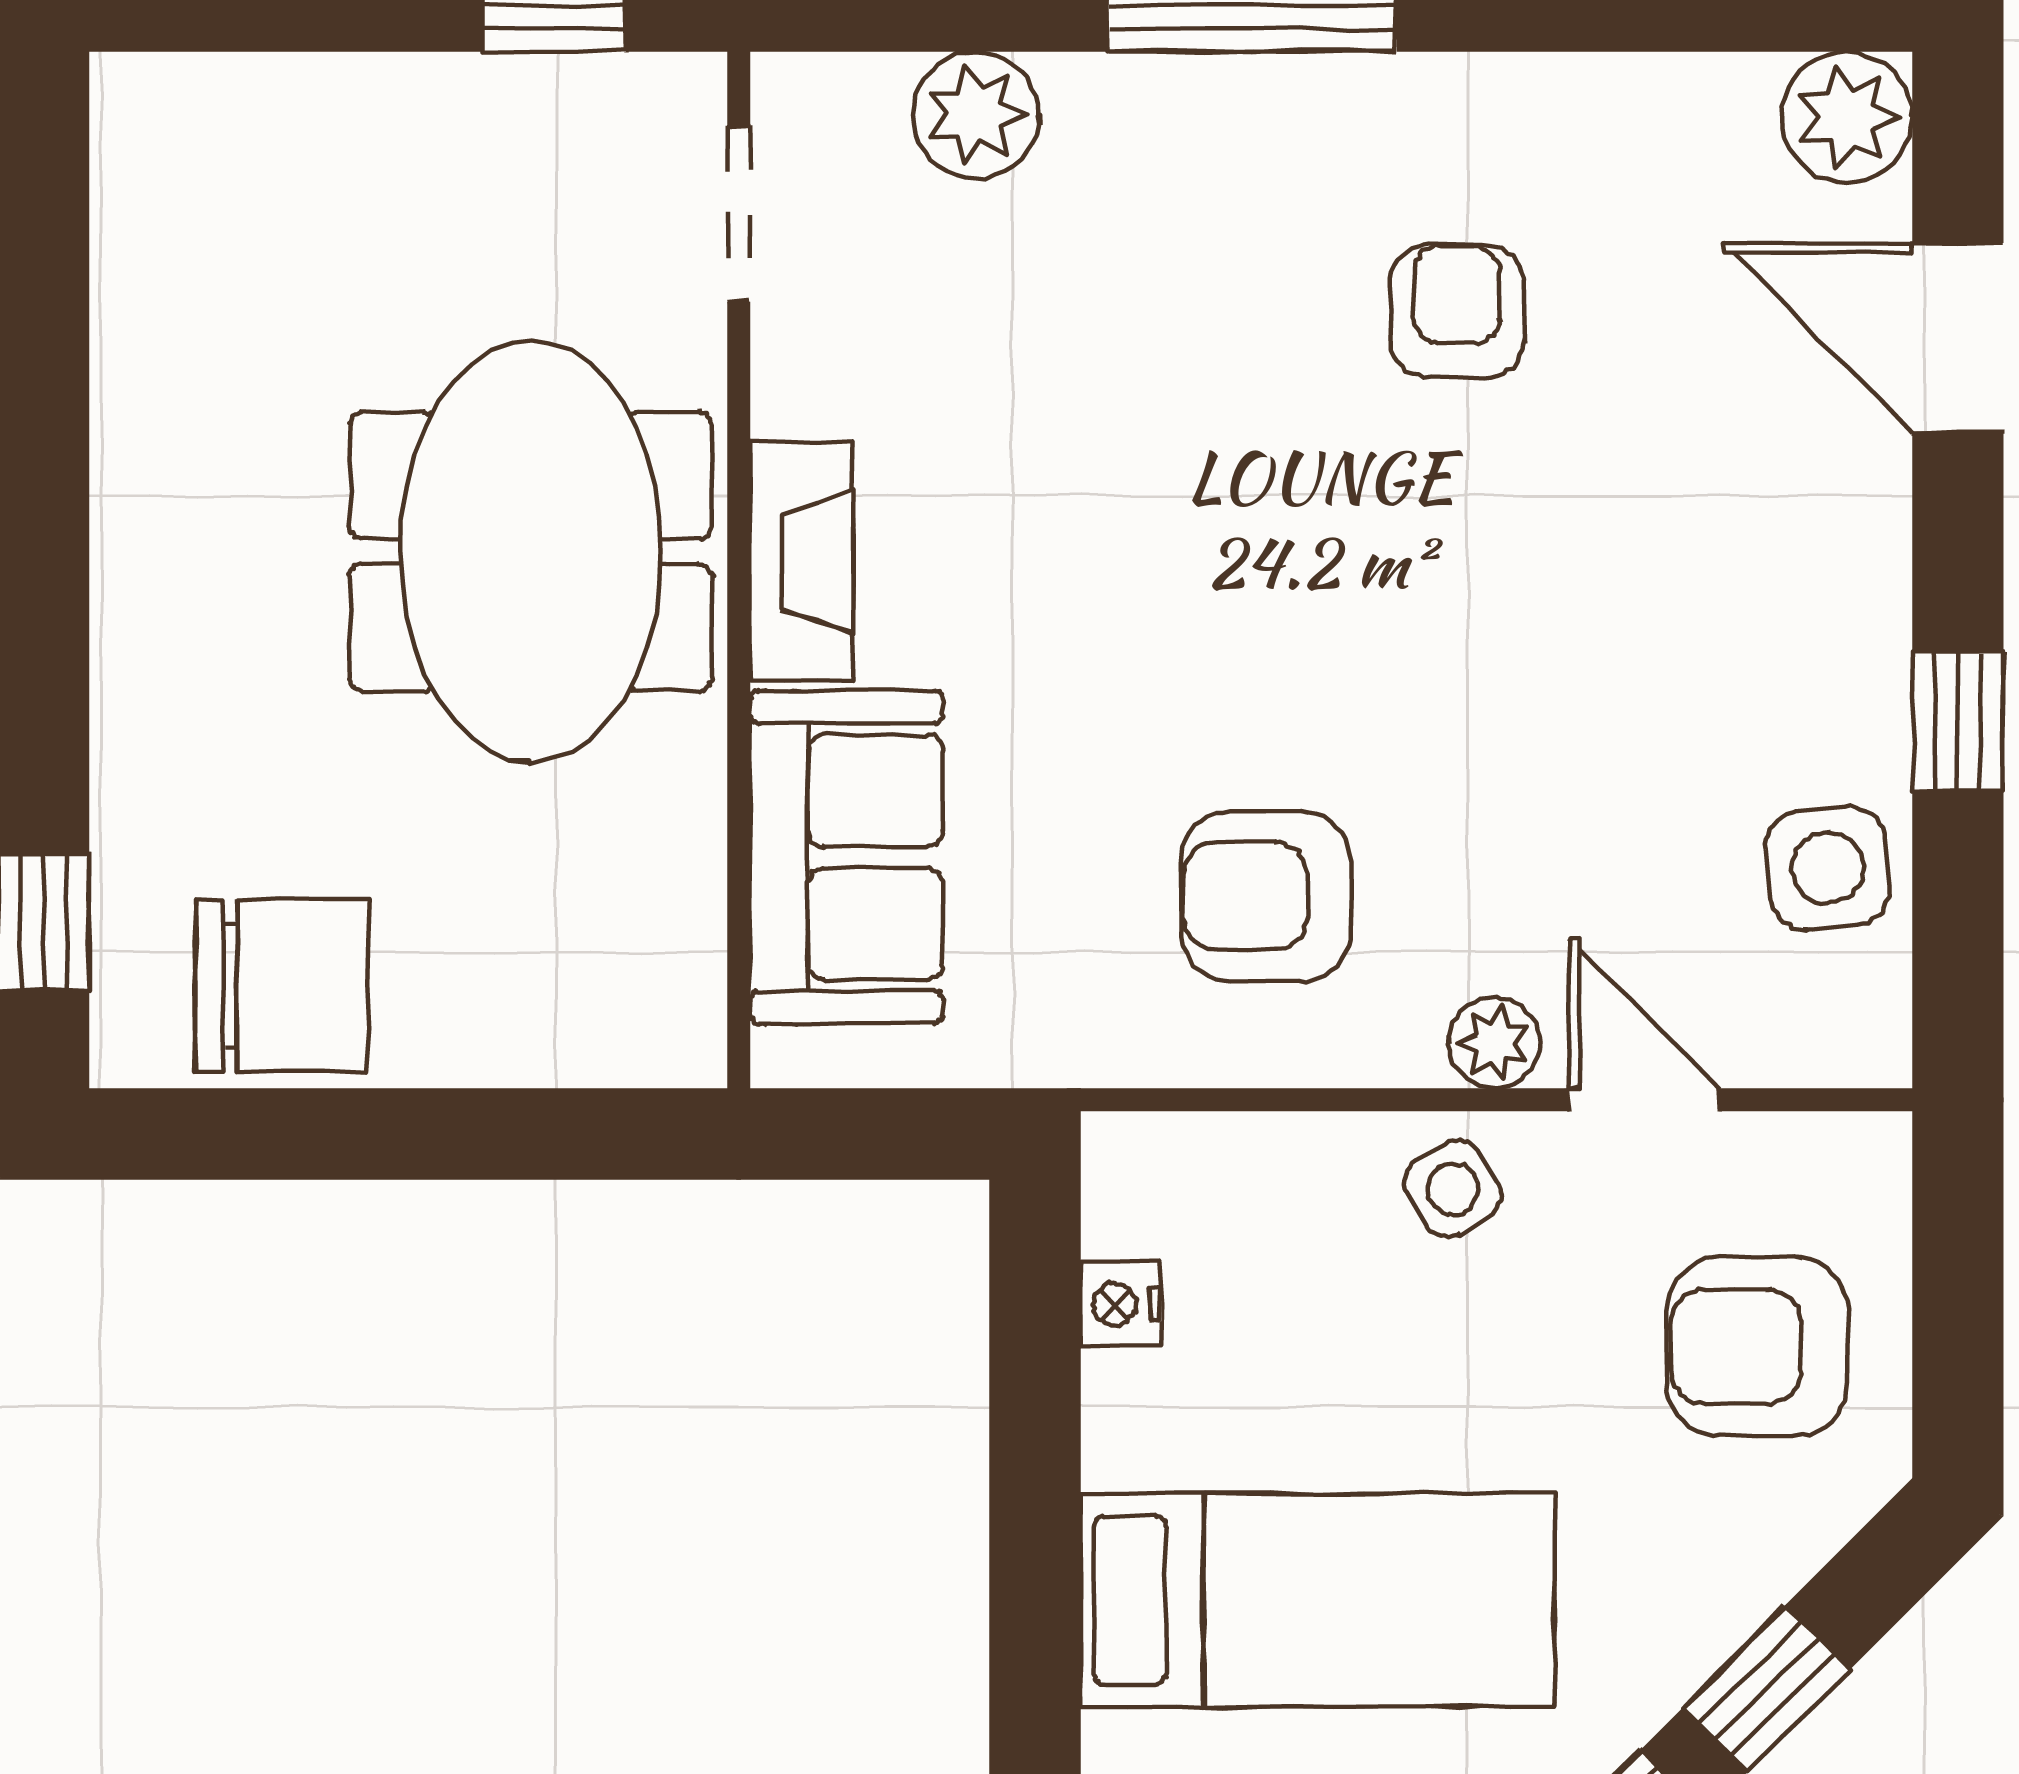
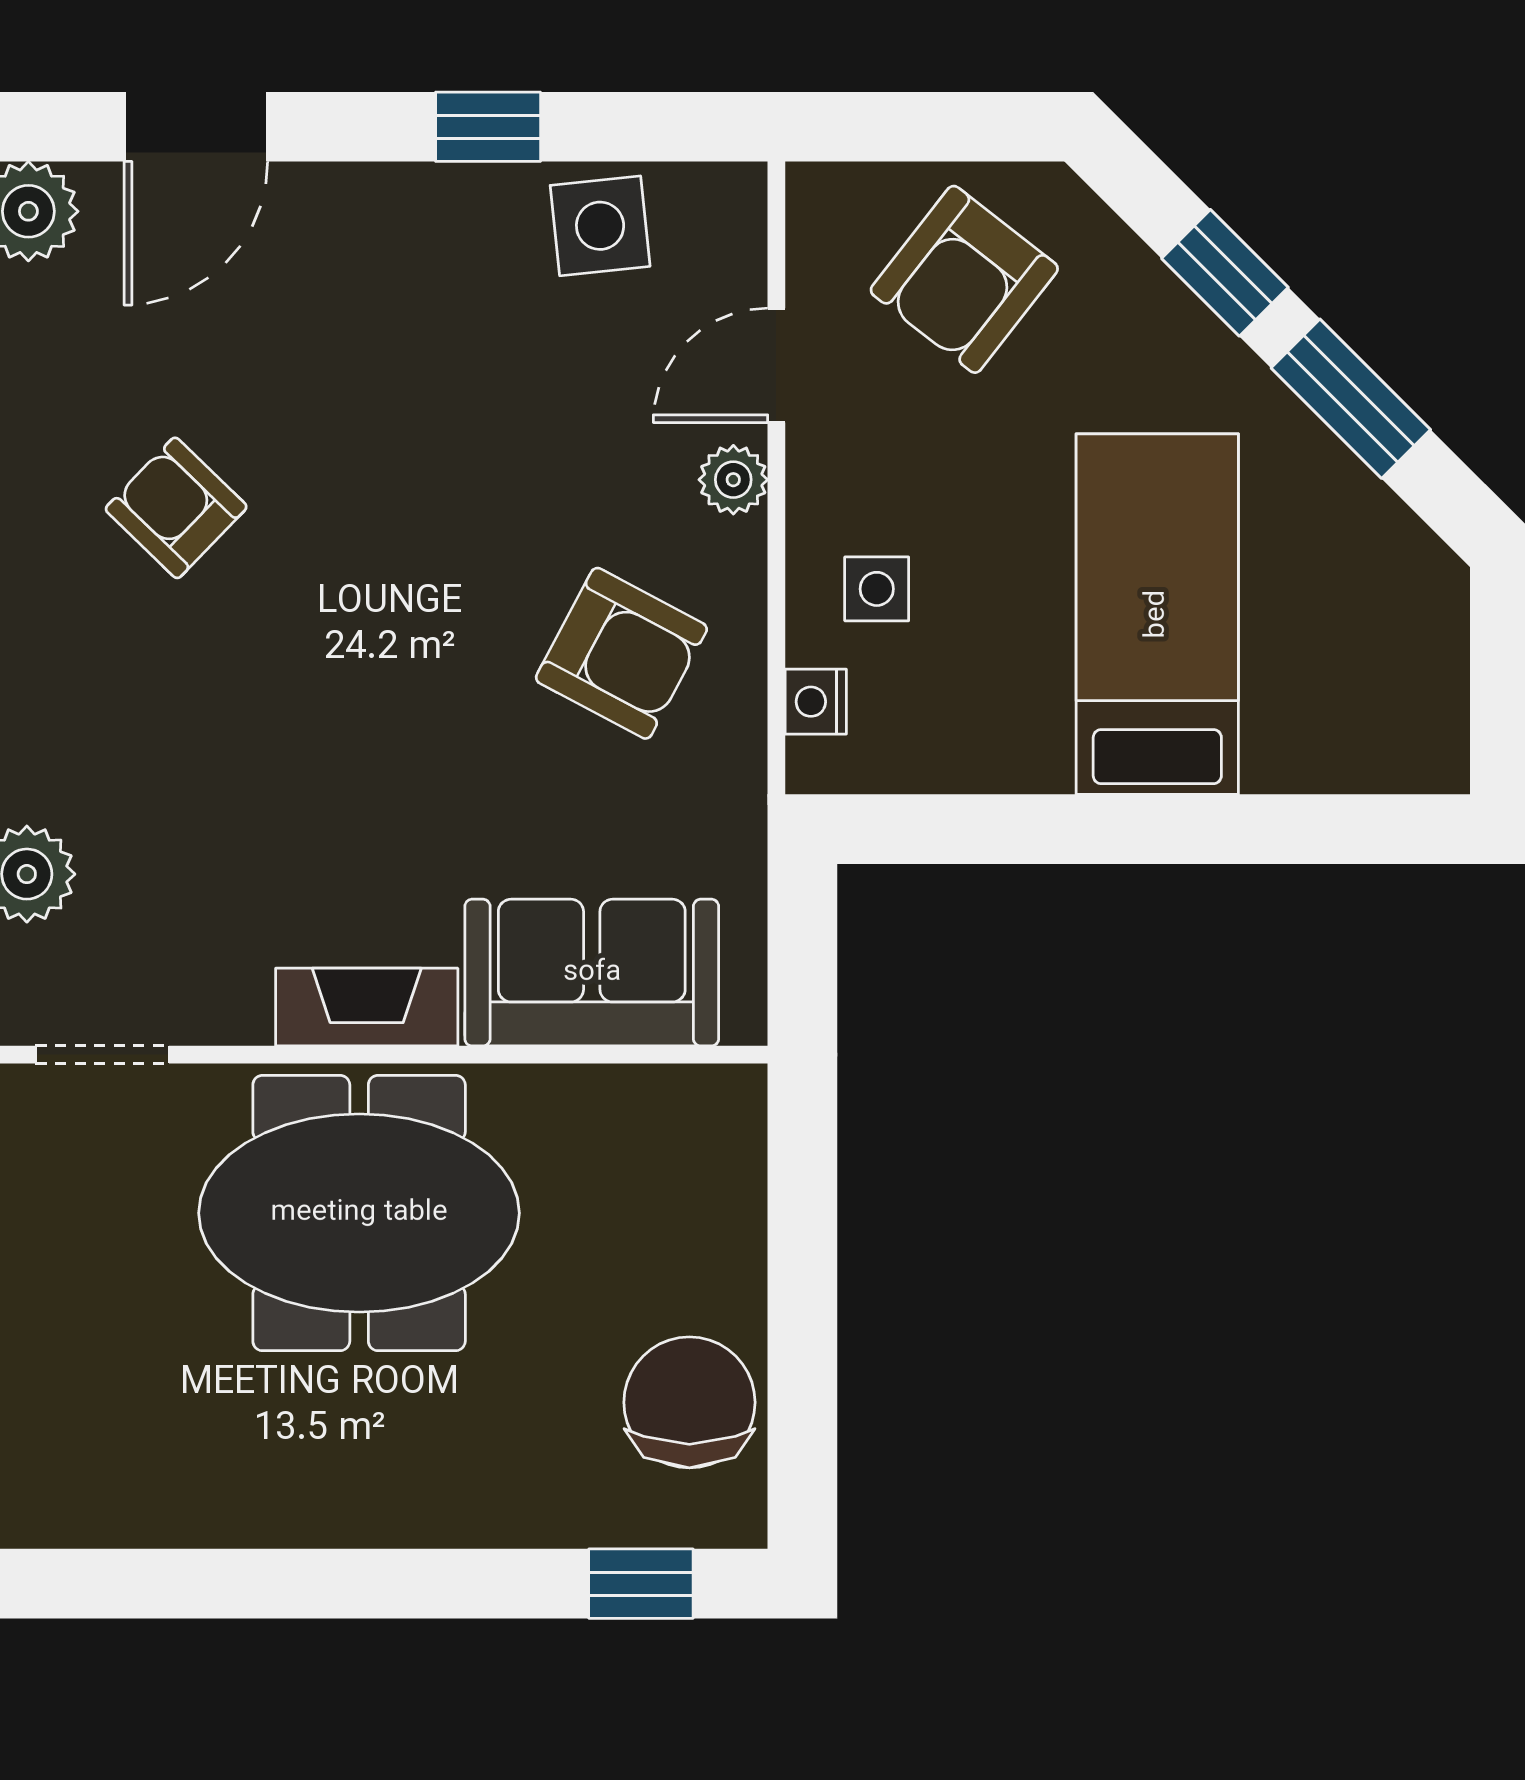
armchair: (1457, 311) -> (176, 508), turned 44
armchair: (1266, 896) -> (621, 653), turned -62
side table: (1453, 1189) -> (877, 589), moved, turned 31
nightstand: (1121, 1304) -> (816, 702), moved, turned 90
armchair: (1757, 1347) -> (964, 279), turned 38

